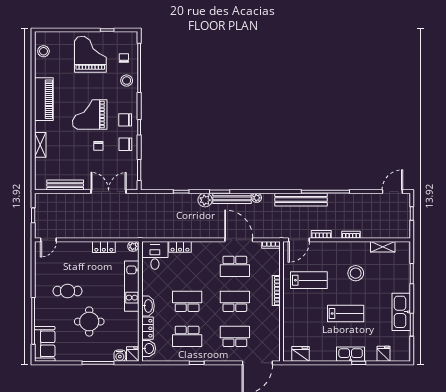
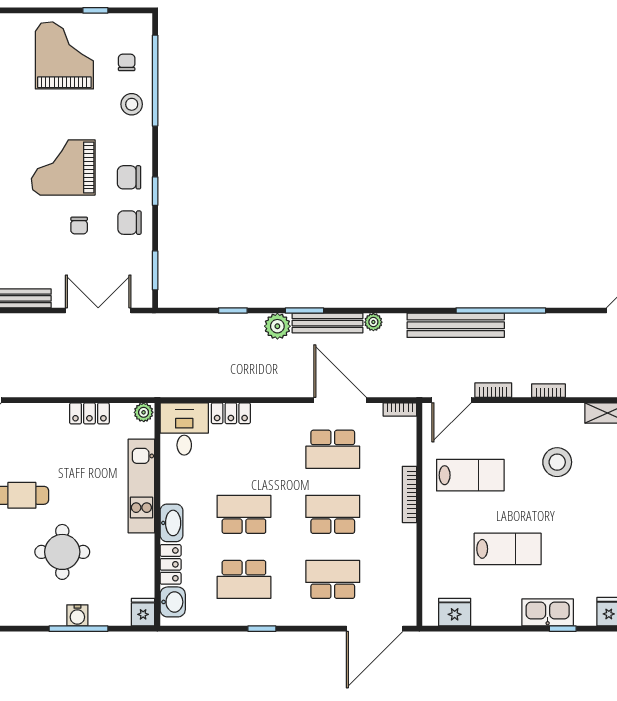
lab bench: (346, 313) -> (508, 549), moved
water cooler: (120, 356) -> (77, 615), moved

